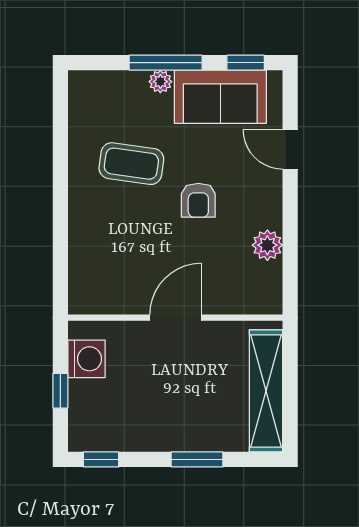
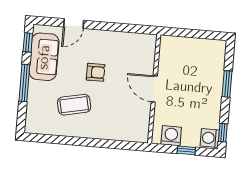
plant: (160, 82) -> (34, 86), removed
coffee table: (131, 164) -> (74, 105), turned 70
plant: (267, 245) -> (121, 39), removed
shelving: (266, 391) -> (195, 46), removed
washing machine: (88, 435) -> (210, 138), added

